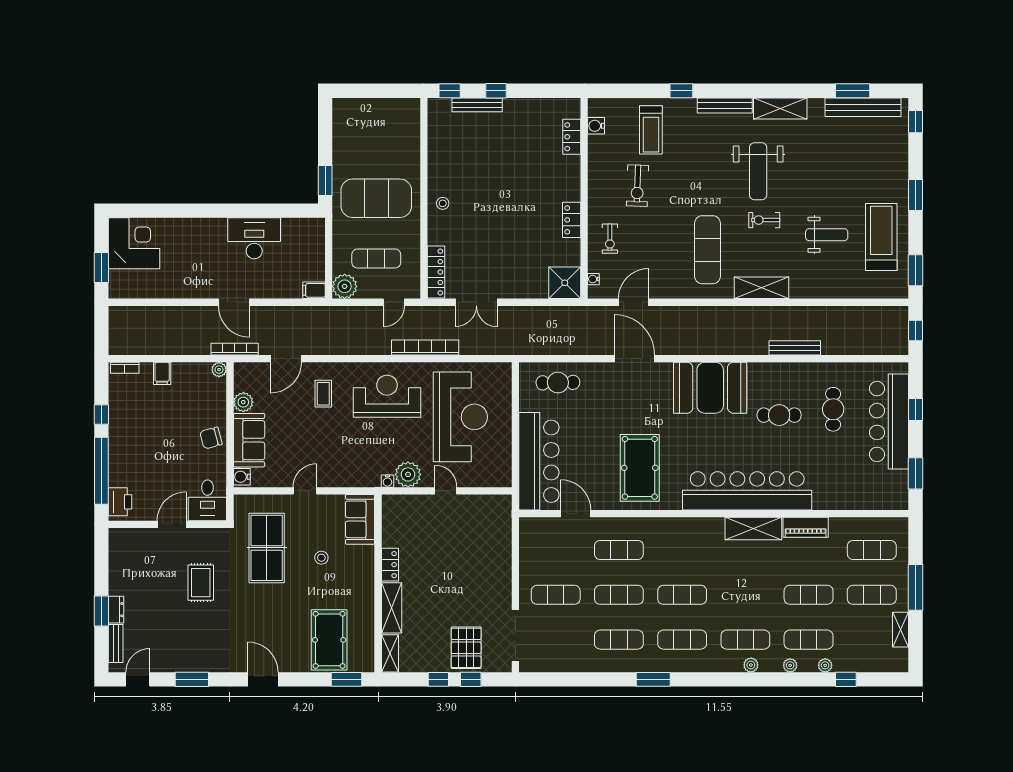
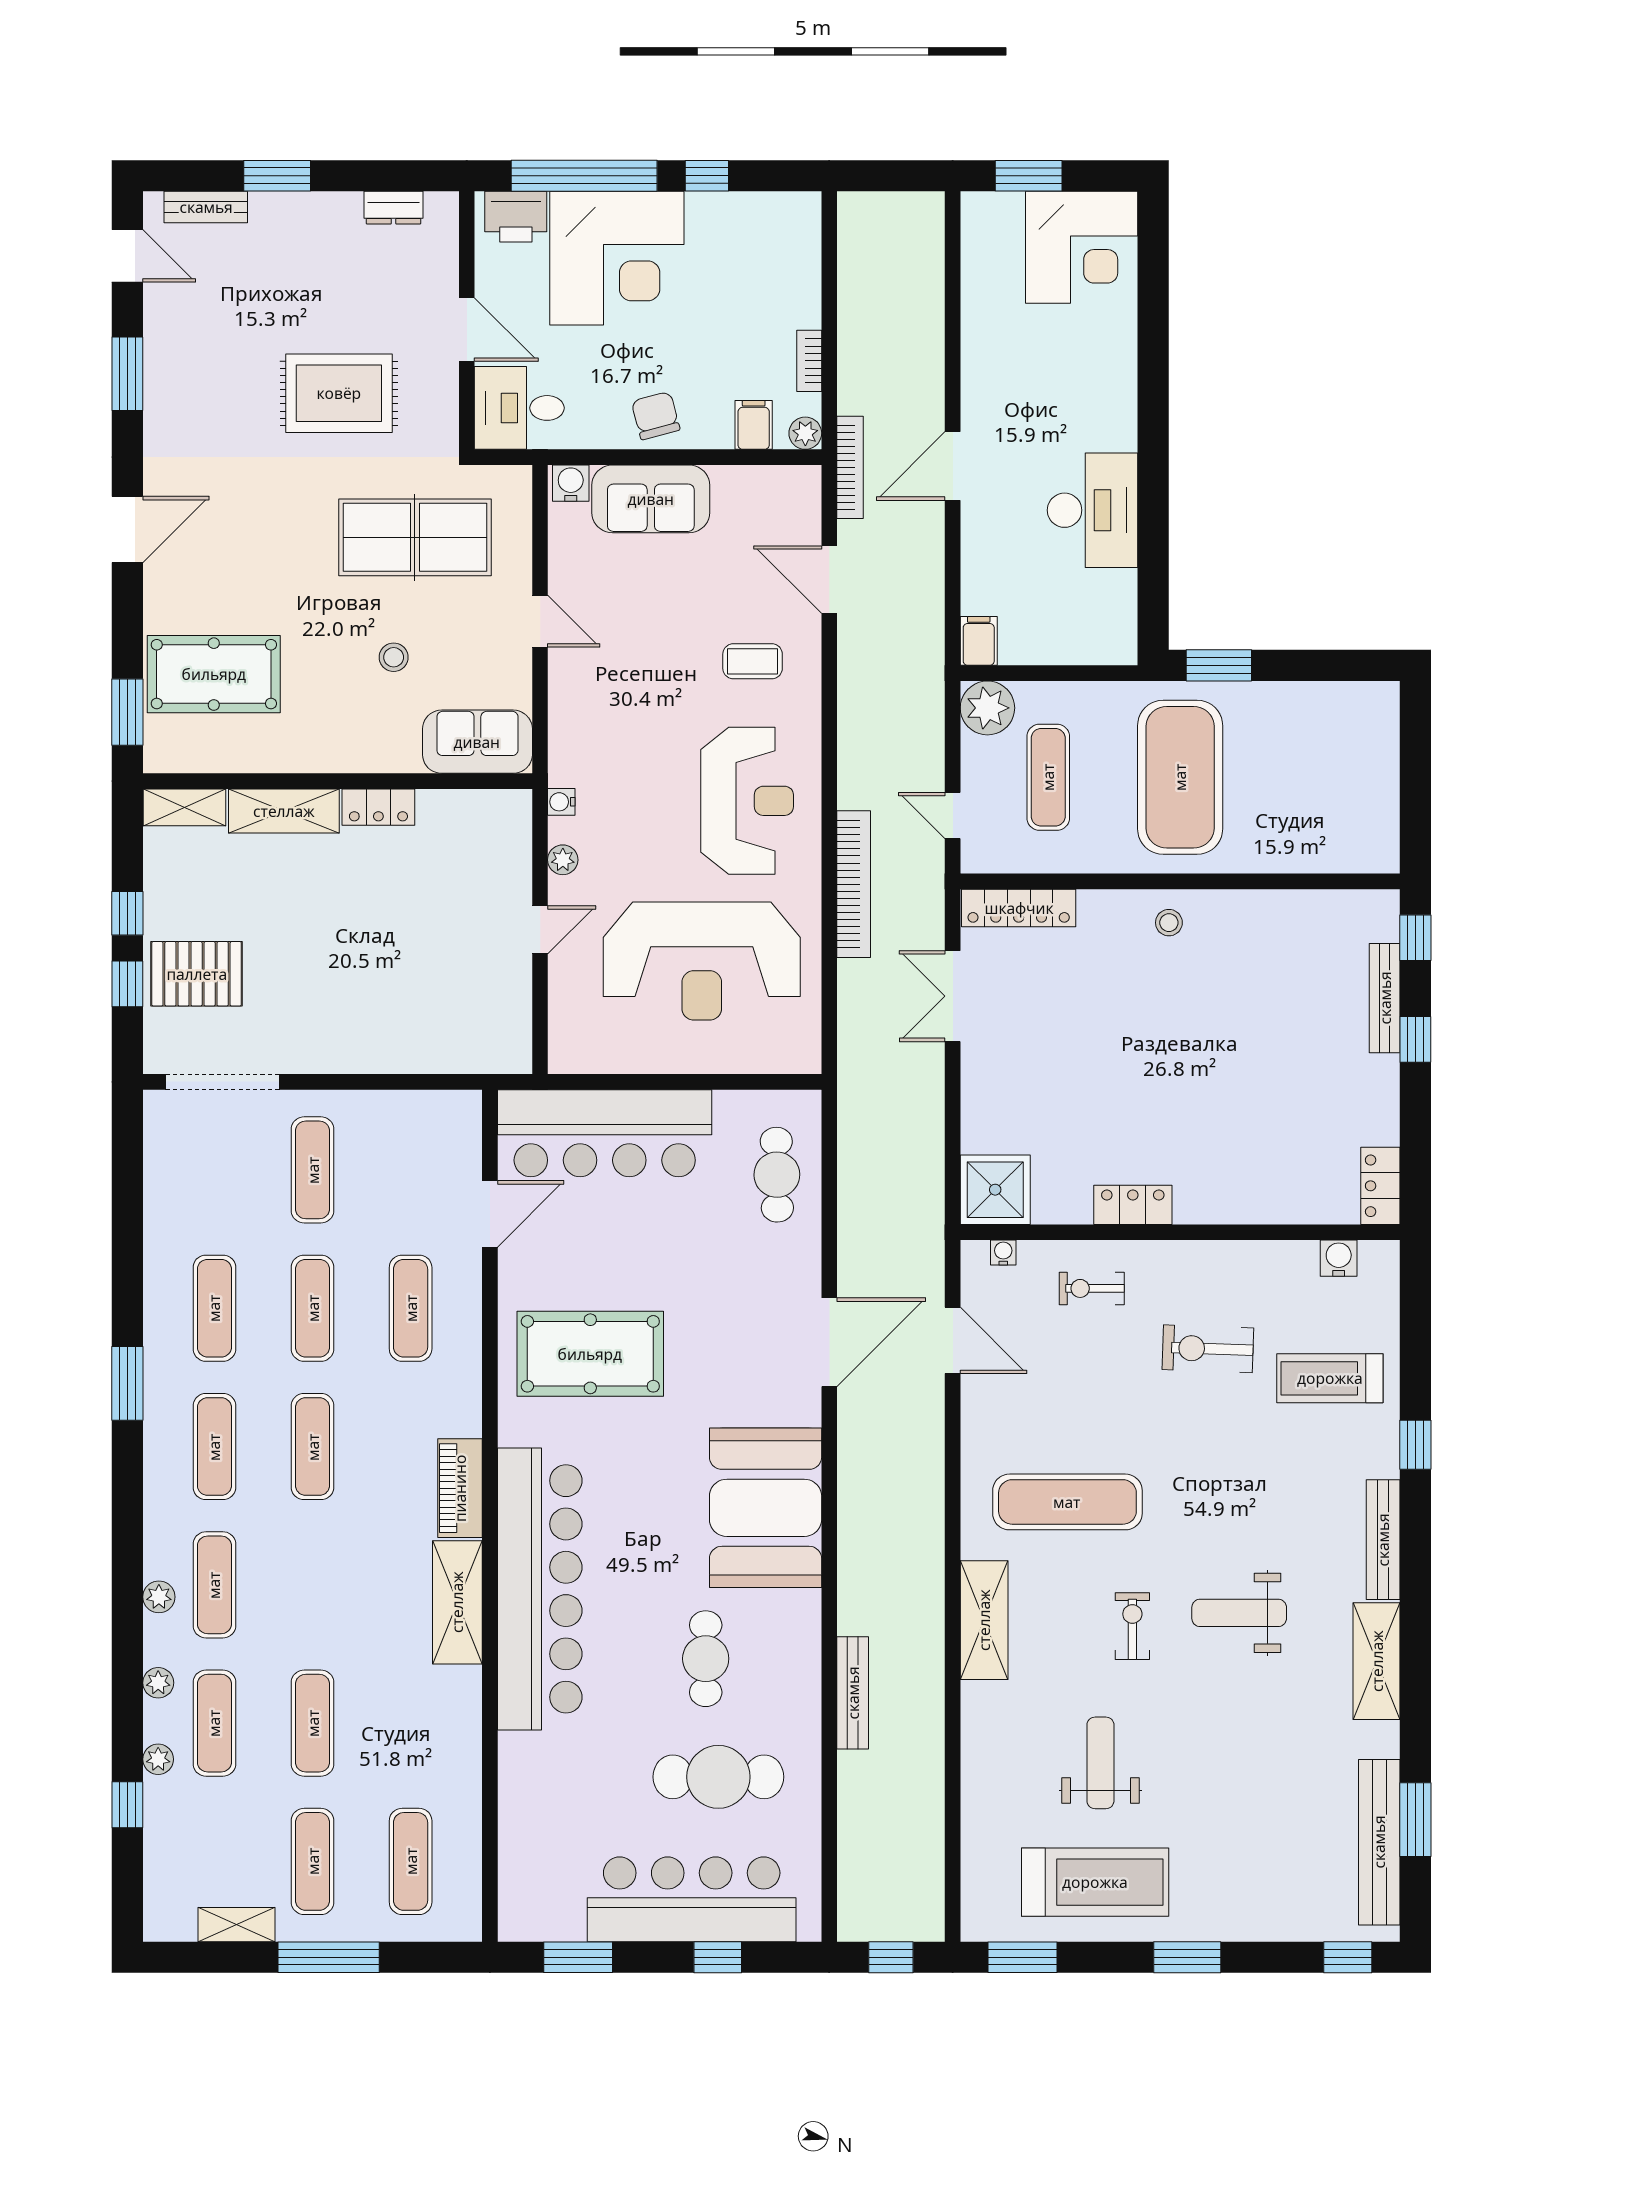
locker: (572, 137) -> (1380, 1186), moved, turned -90
weight bench: (758, 171) -> (1239, 1613), width x0.73, depth x0.75
weight bench: (827, 235) -> (1100, 1763), turned 180
bookcase: (125, 368) -> (809, 361), moved
filing cabinet: (162, 373) -> (754, 425), moved, turned 90
plant: (243, 402) -> (734, 486), removed
cafe table: (833, 409) -> (718, 1777), width x1.37, depth x1.35
corner desk: (139, 456) -> (617, 258), added
plant: (408, 474) -> (563, 860), width x0.53, depth x0.53
piano: (806, 527) -> (460, 1488), moved
rug: (201, 583) -> (339, 393), width x1.36, depth x1.43
dresser: (116, 610) -> (393, 208), moved

